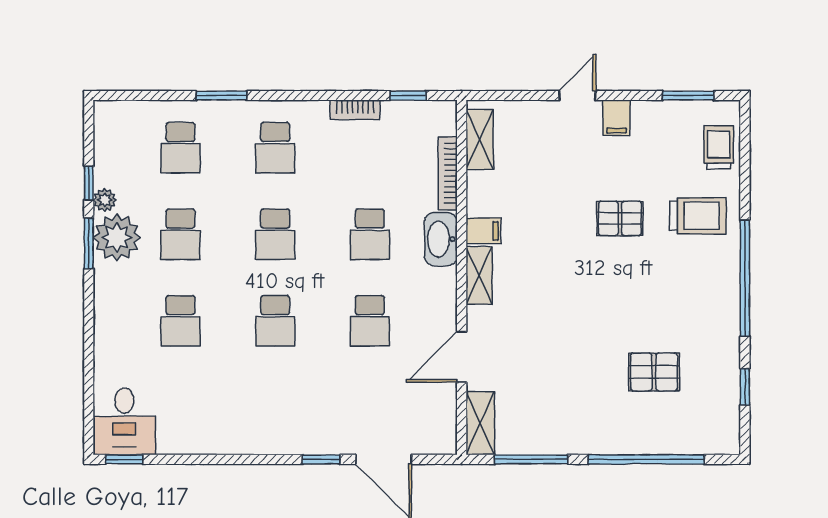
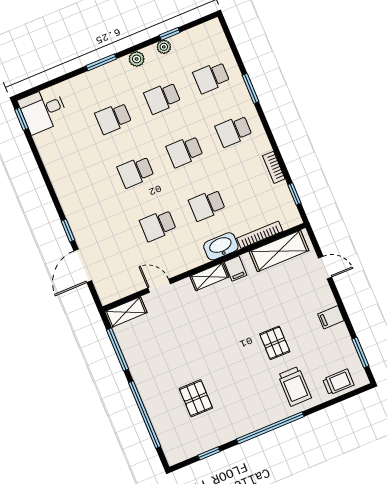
door: (577, 96) -> (325, 268), moved
shelving: (480, 139) -> (279, 251), width x1.50, depth x1.33
plant: (117, 237) -> (137, 59), width x0.53, depth x0.53
window: (89, 243) -> (101, 62), moved
door: (462, 357) -> (159, 286), width x0.73

